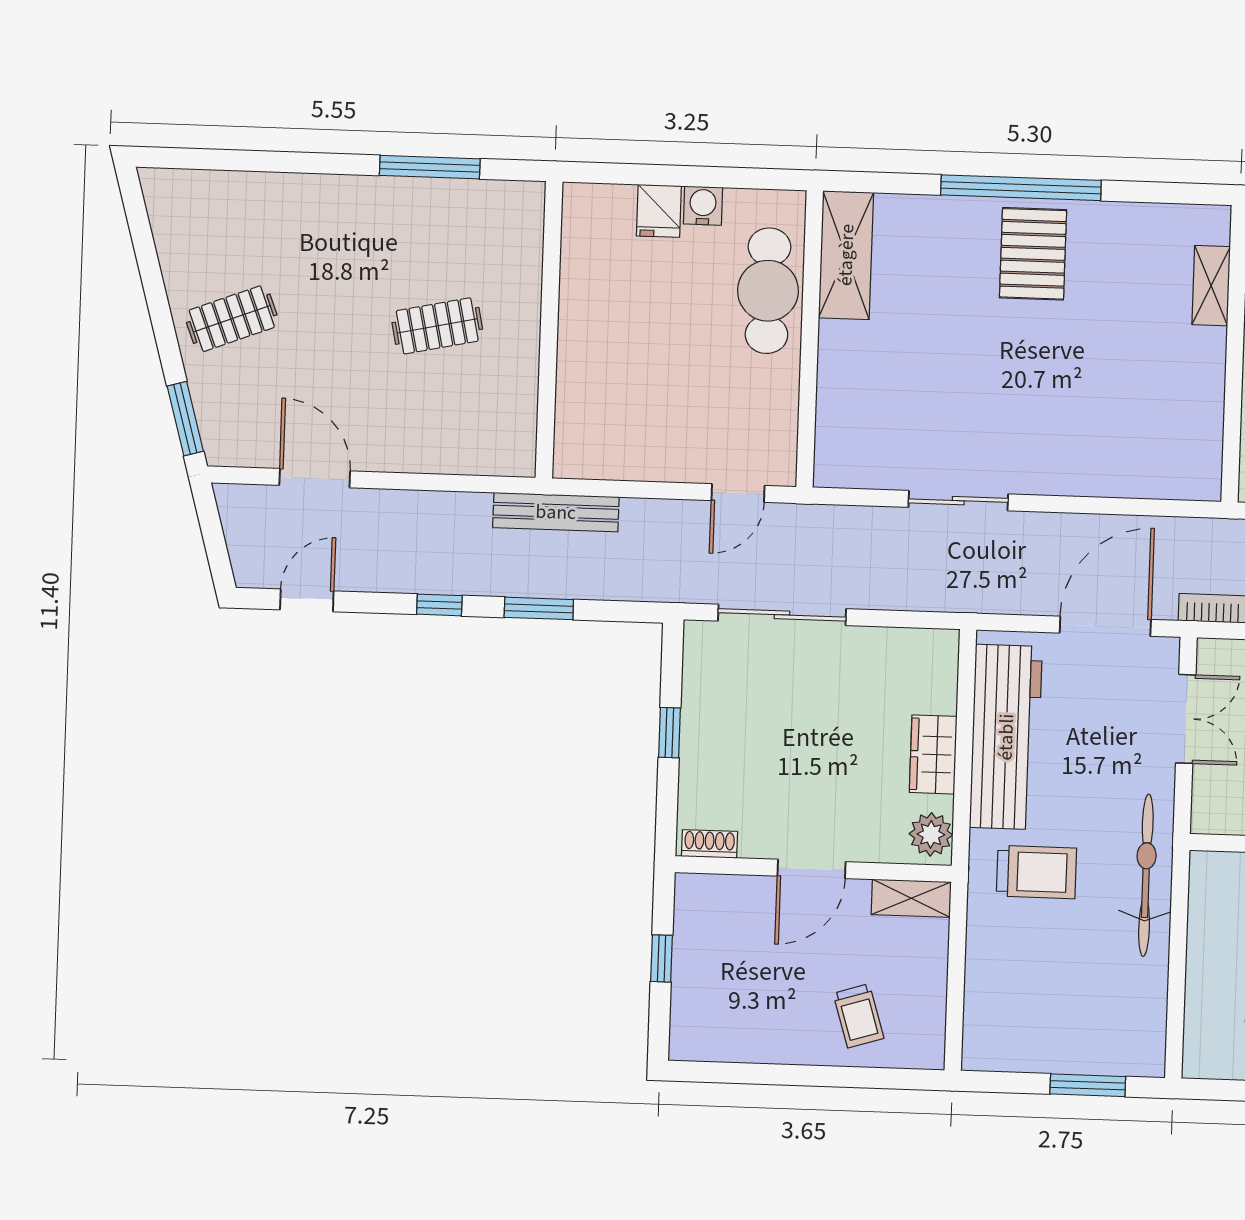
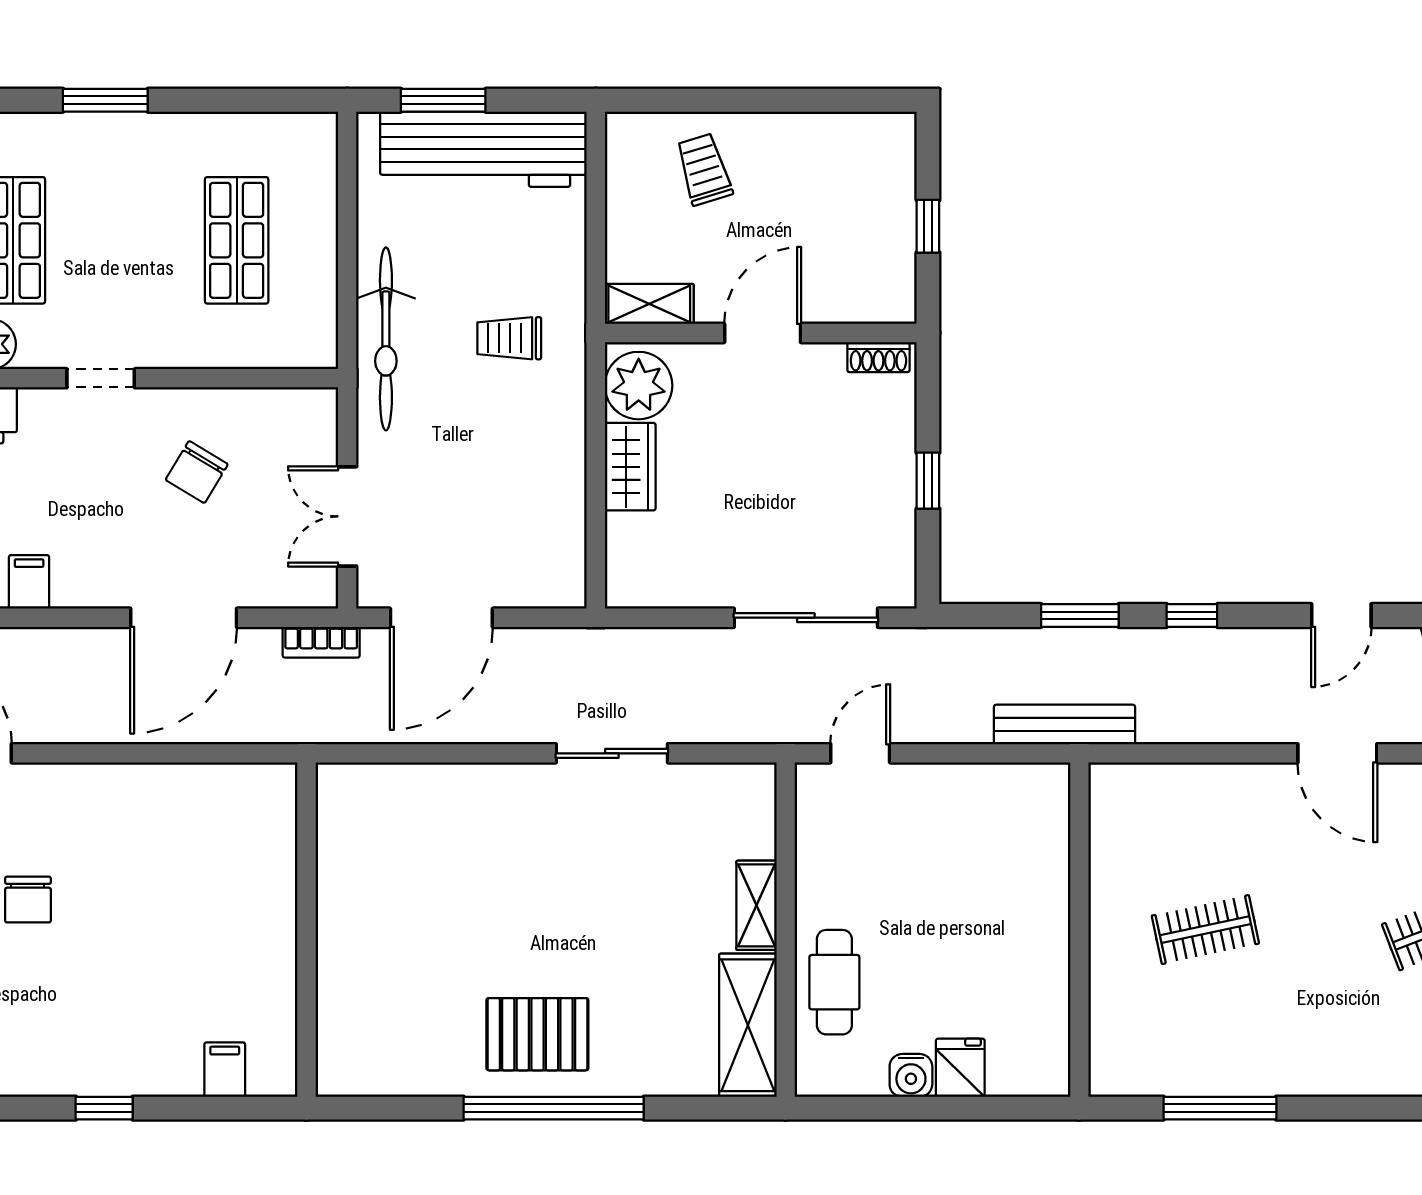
pallet: (1033, 254) -> (537, 1034), turned 90
shelving: (1211, 286) -> (756, 905), moved
cafe table: (768, 291) -> (834, 982), width x0.73, depth x0.74
workbench: (1006, 737) -> (483, 149), moved, turned -90
plant: (931, 834) -> (639, 386), width x1.36, depth x1.36
trolley: (1036, 872) -> (509, 338), width x0.73, depth x0.72

